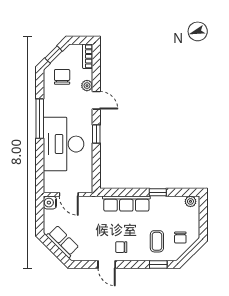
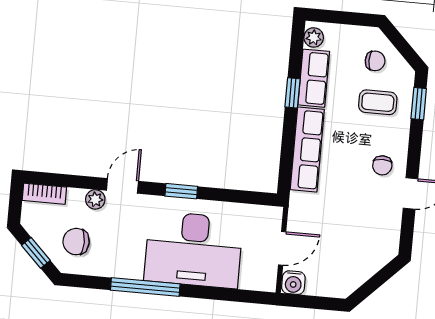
row of seats: (63, 241) -> (314, 78), moved, turned 135

